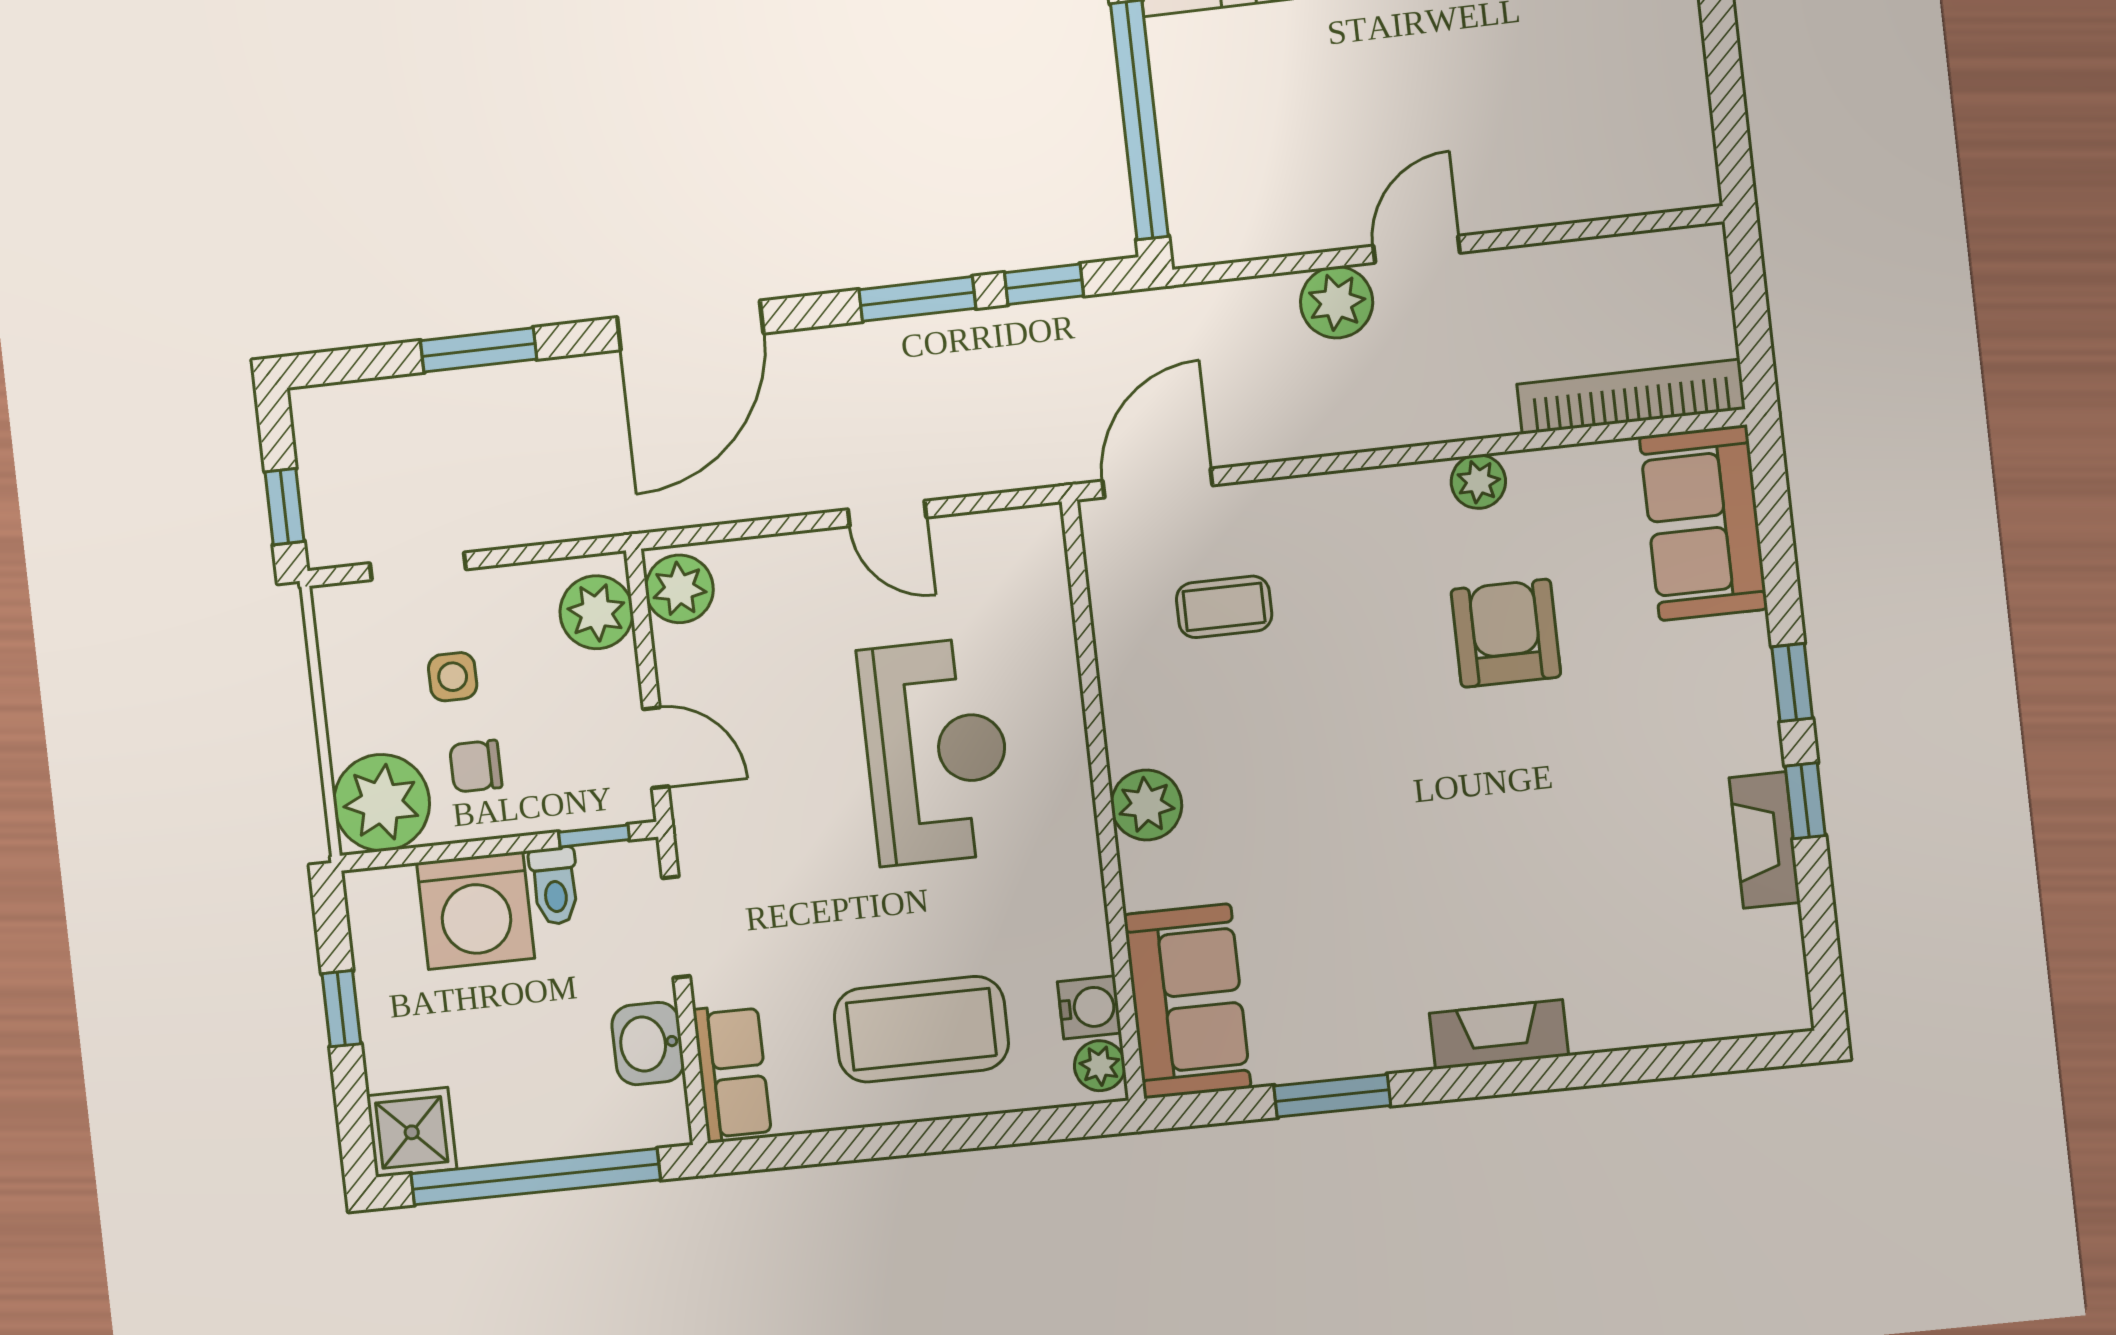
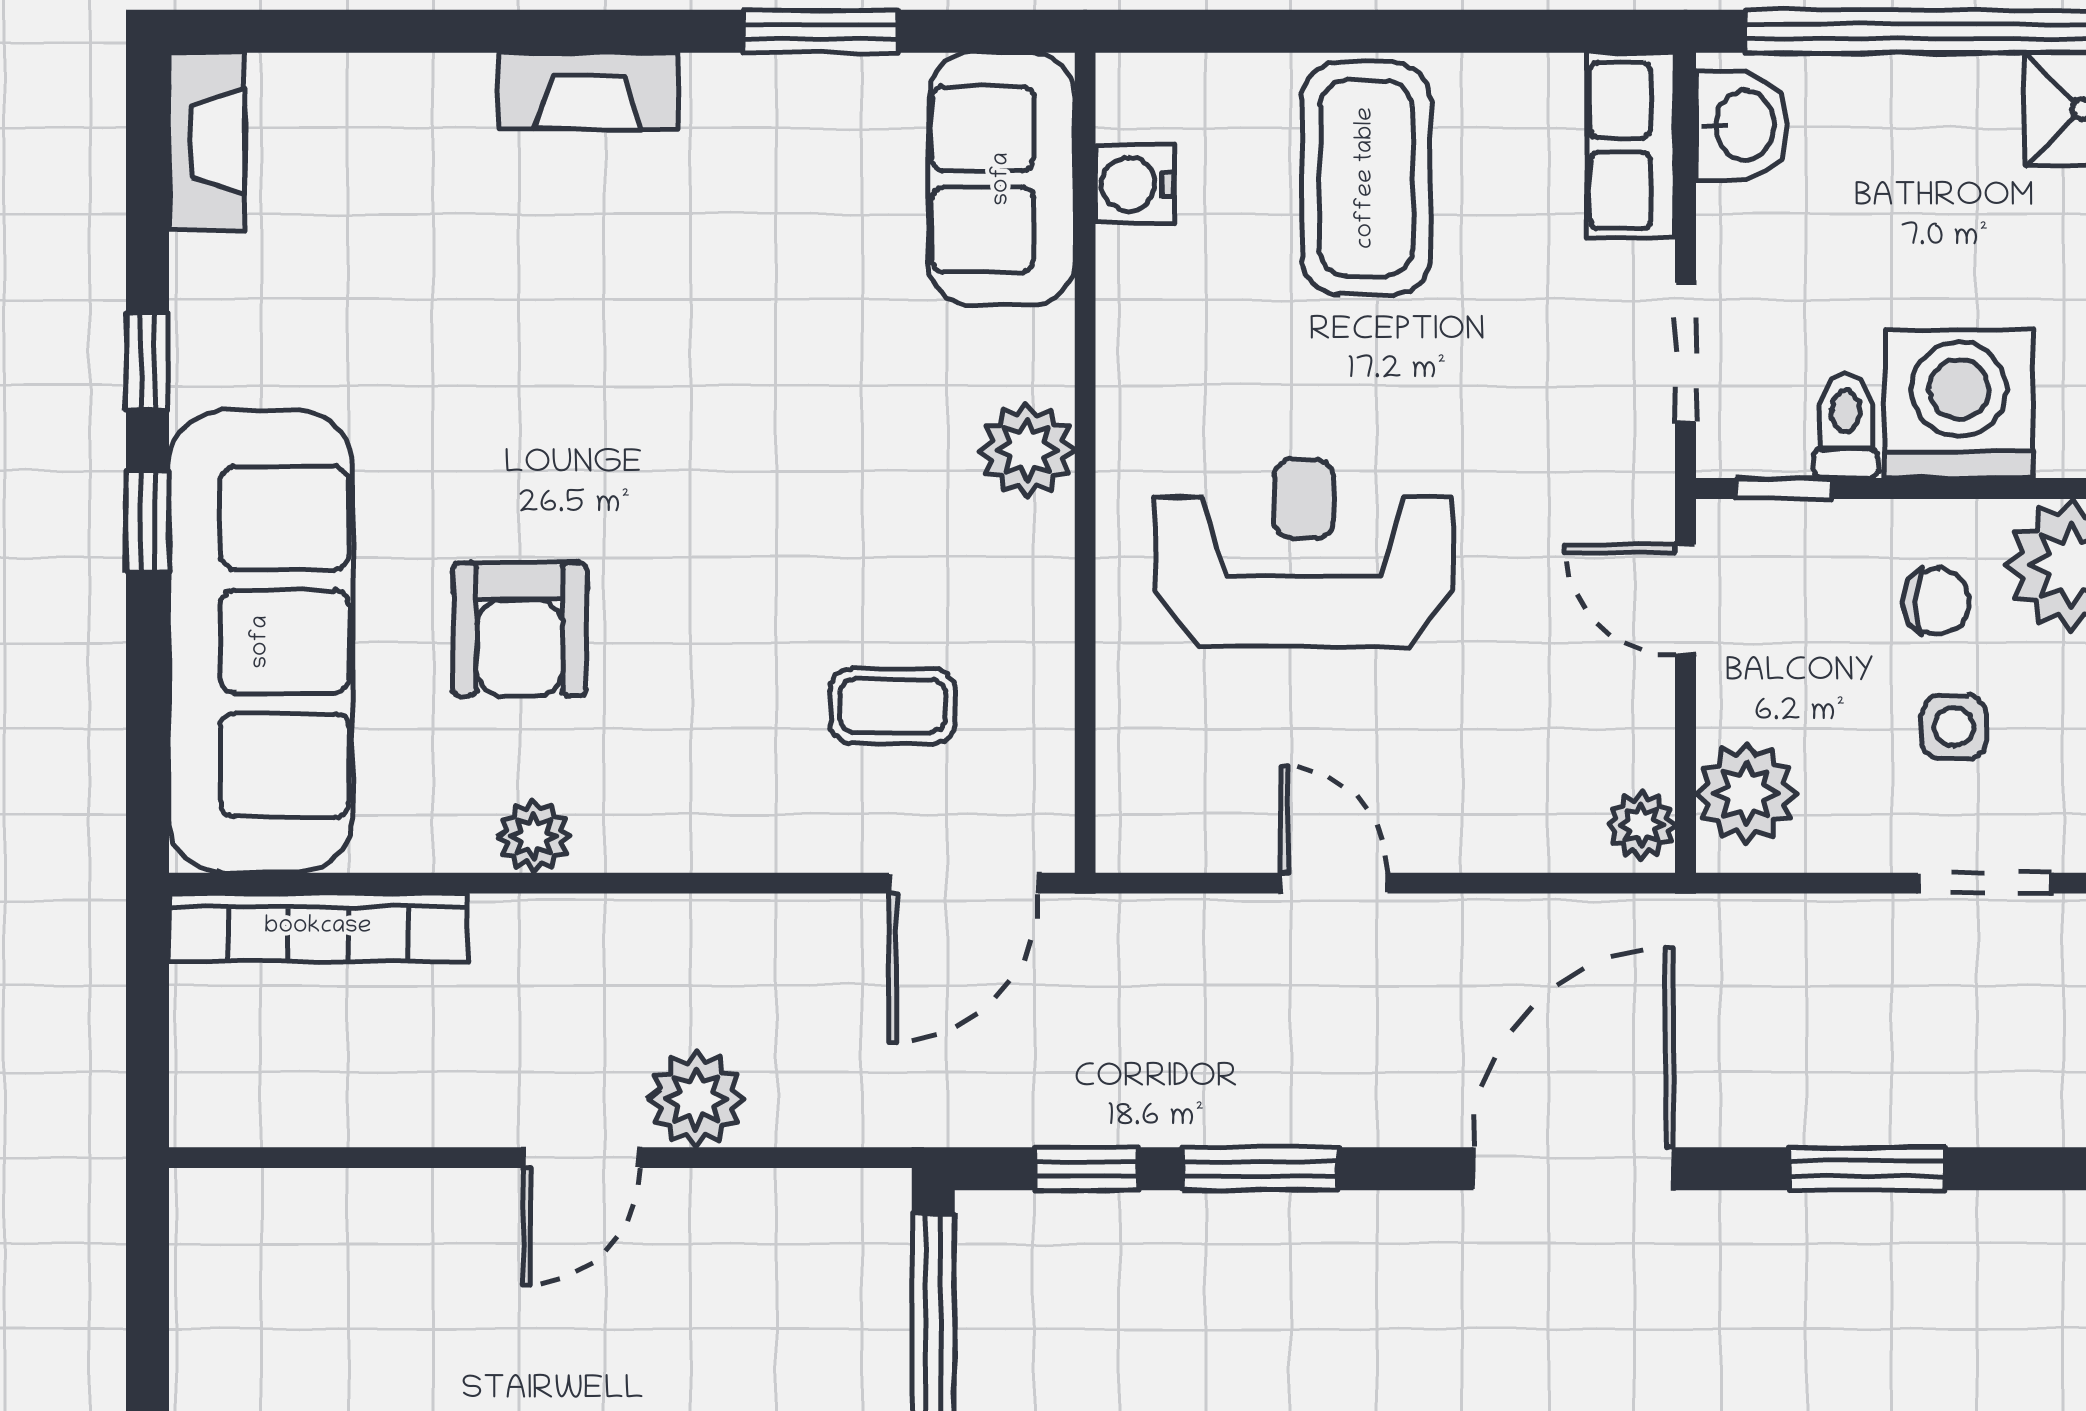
sofa: (1703, 523) -> (261, 642), width x1.85, depth x1.27
plant: (679, 589) -> (1641, 825), width x0.73, depth x0.73
reception desk: (936, 751) -> (1304, 553), turned 90
fireplace: (1765, 840) -> (207, 141), moved
coffee table: (921, 1029) -> (1366, 178), turned 90
washbasin: (648, 1044) -> (1742, 125), moved
plant: (1100, 1066) -> (1130, 104), removed

